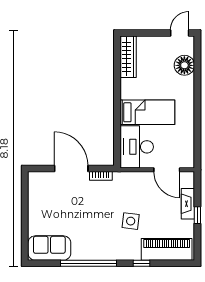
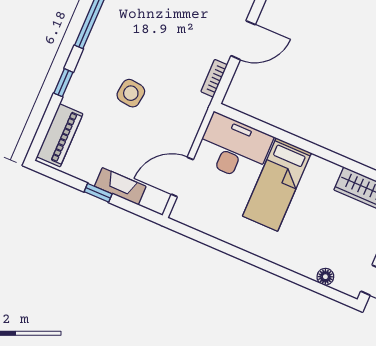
floor lamp: (184, 65) -> (325, 277), width x0.53, depth x0.53
door: (71, 169) -> (243, 40), width x0.73
piano: (167, 249) -> (60, 135), width x0.73, depth x0.75

